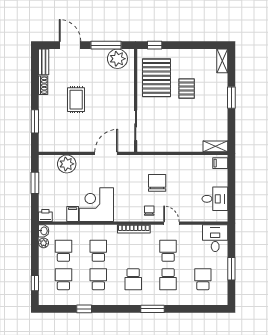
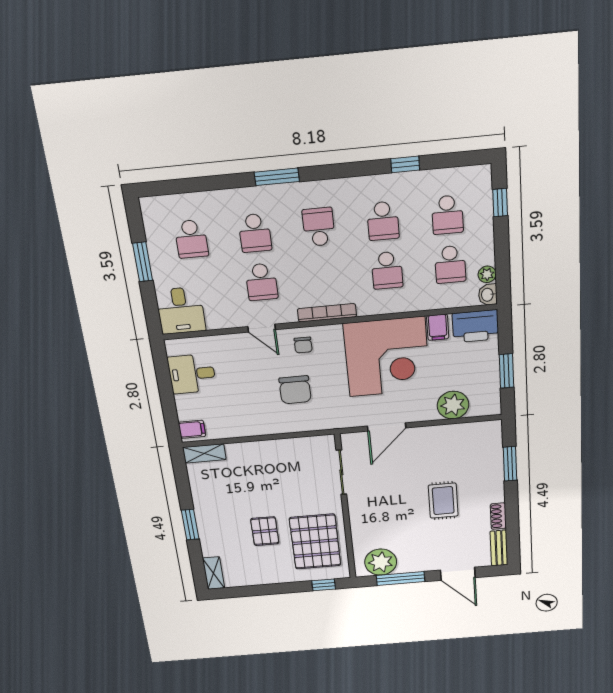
corner desk: (96, 205) -> (387, 357), width x1.36, depth x1.36
printer: (45, 216) -> (475, 326), width x1.87, depth x1.48
school desk: (168, 279) -> (255, 233), turned 180

